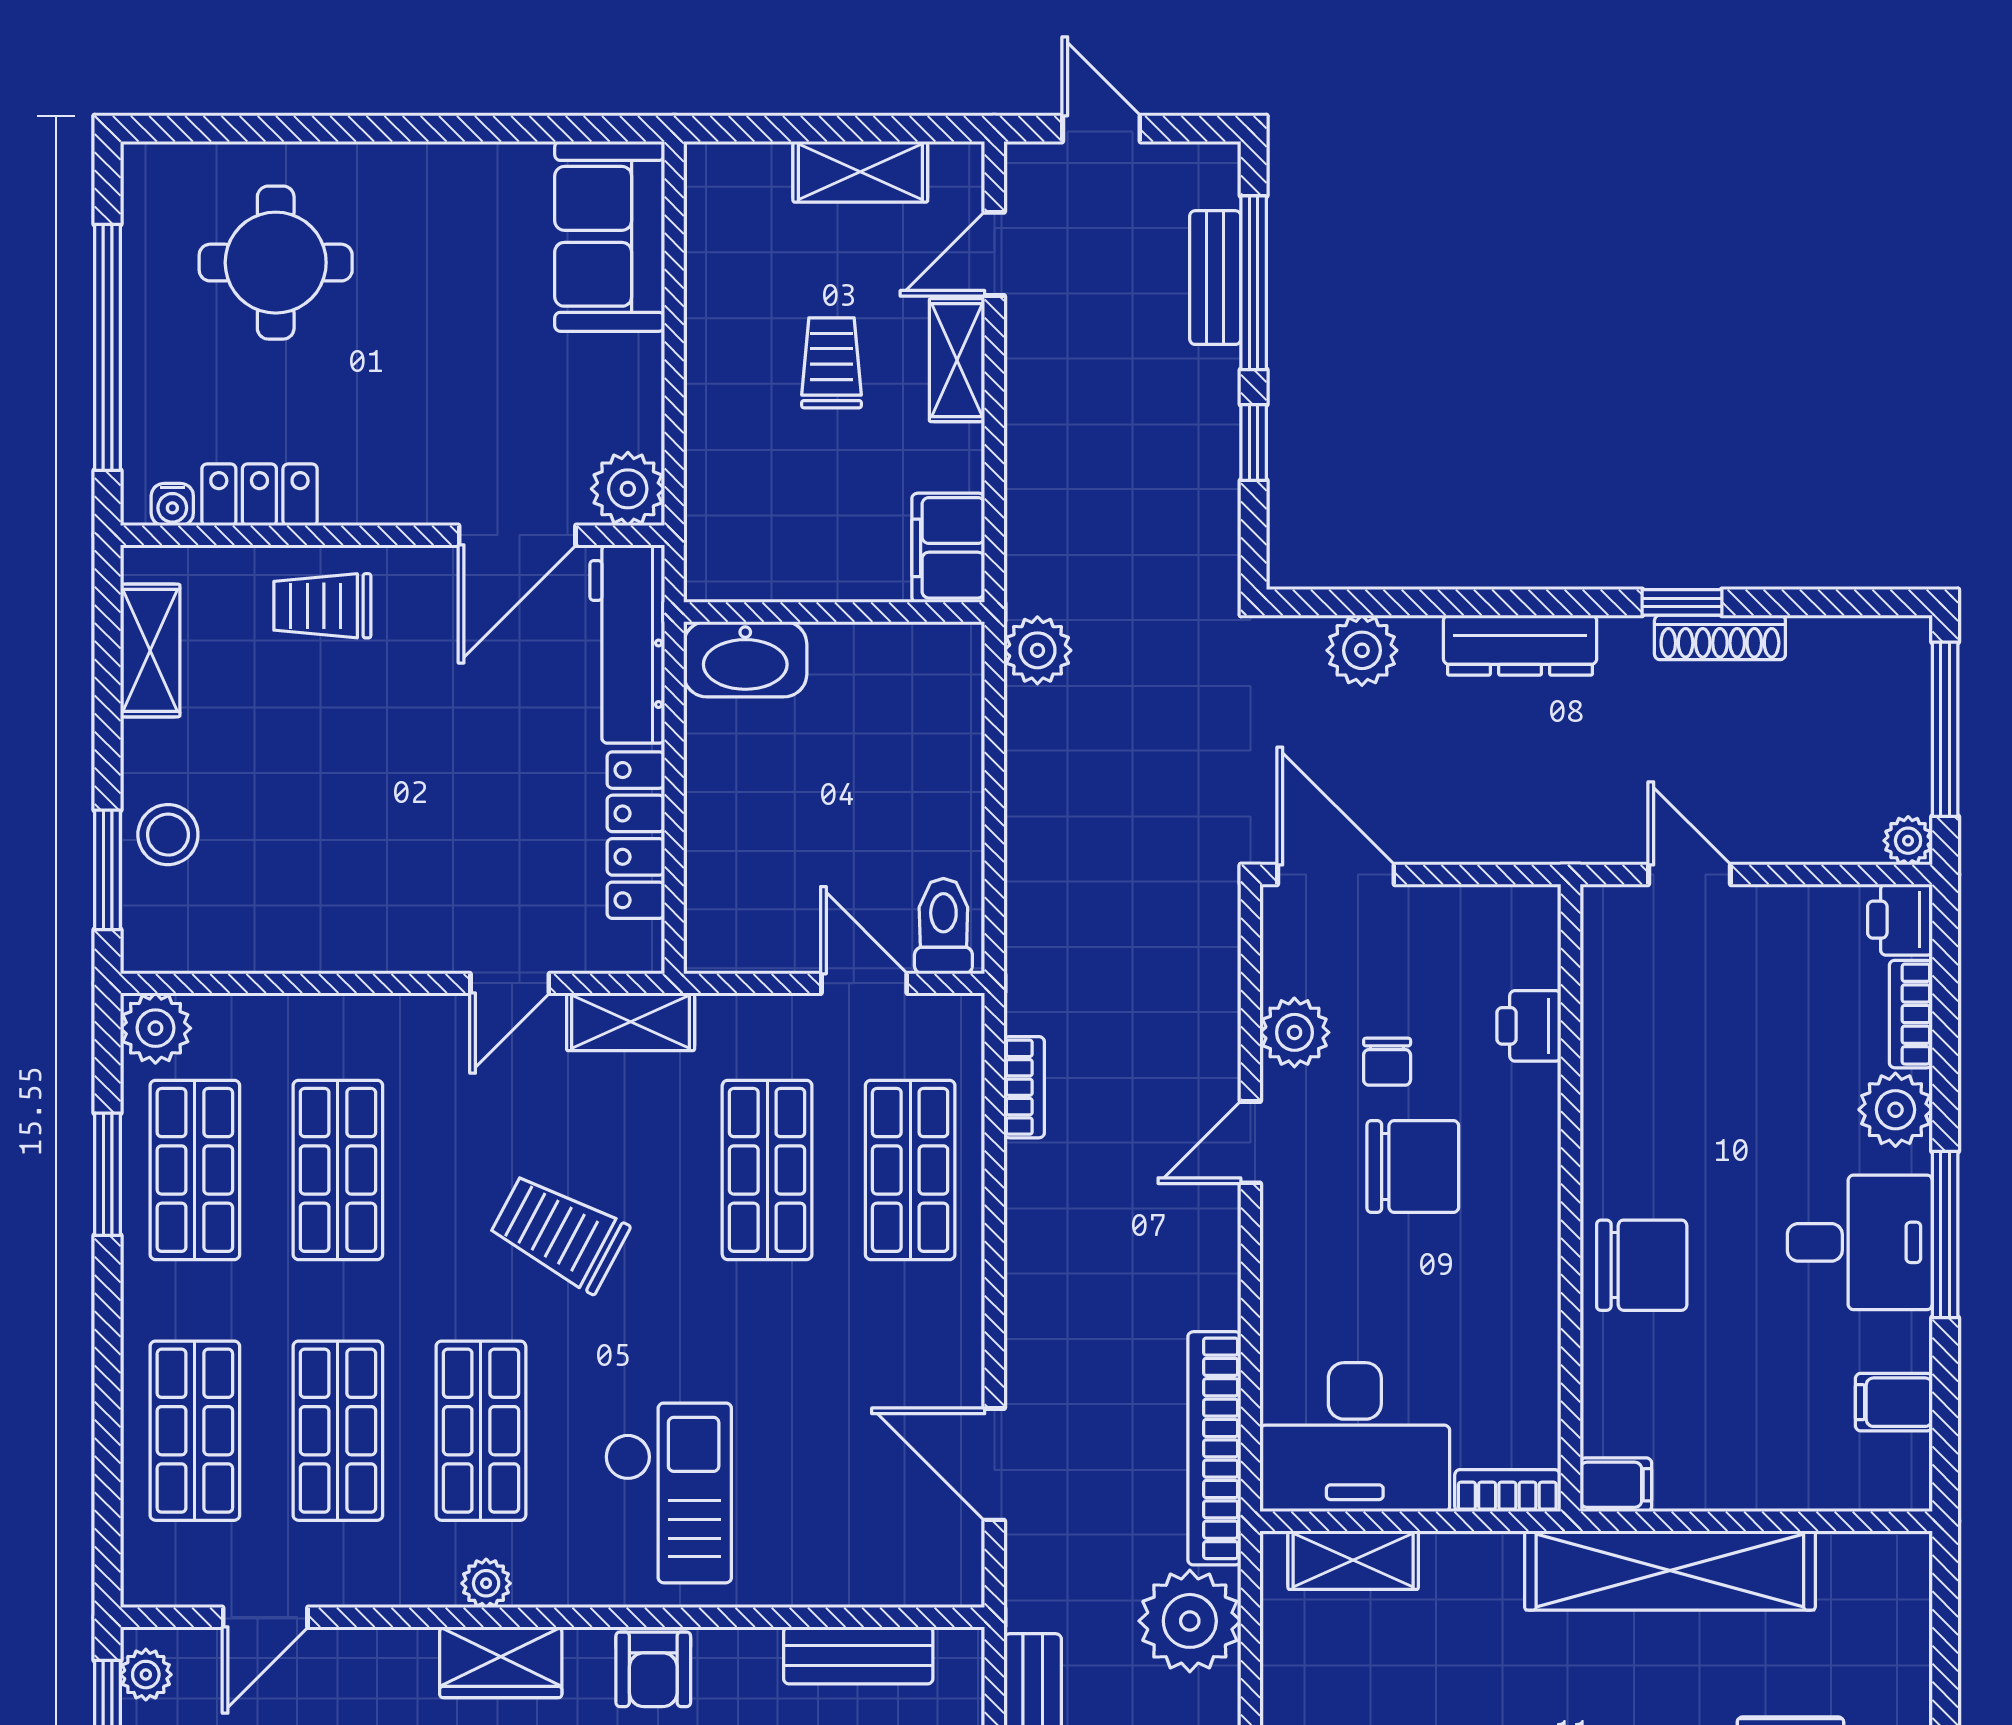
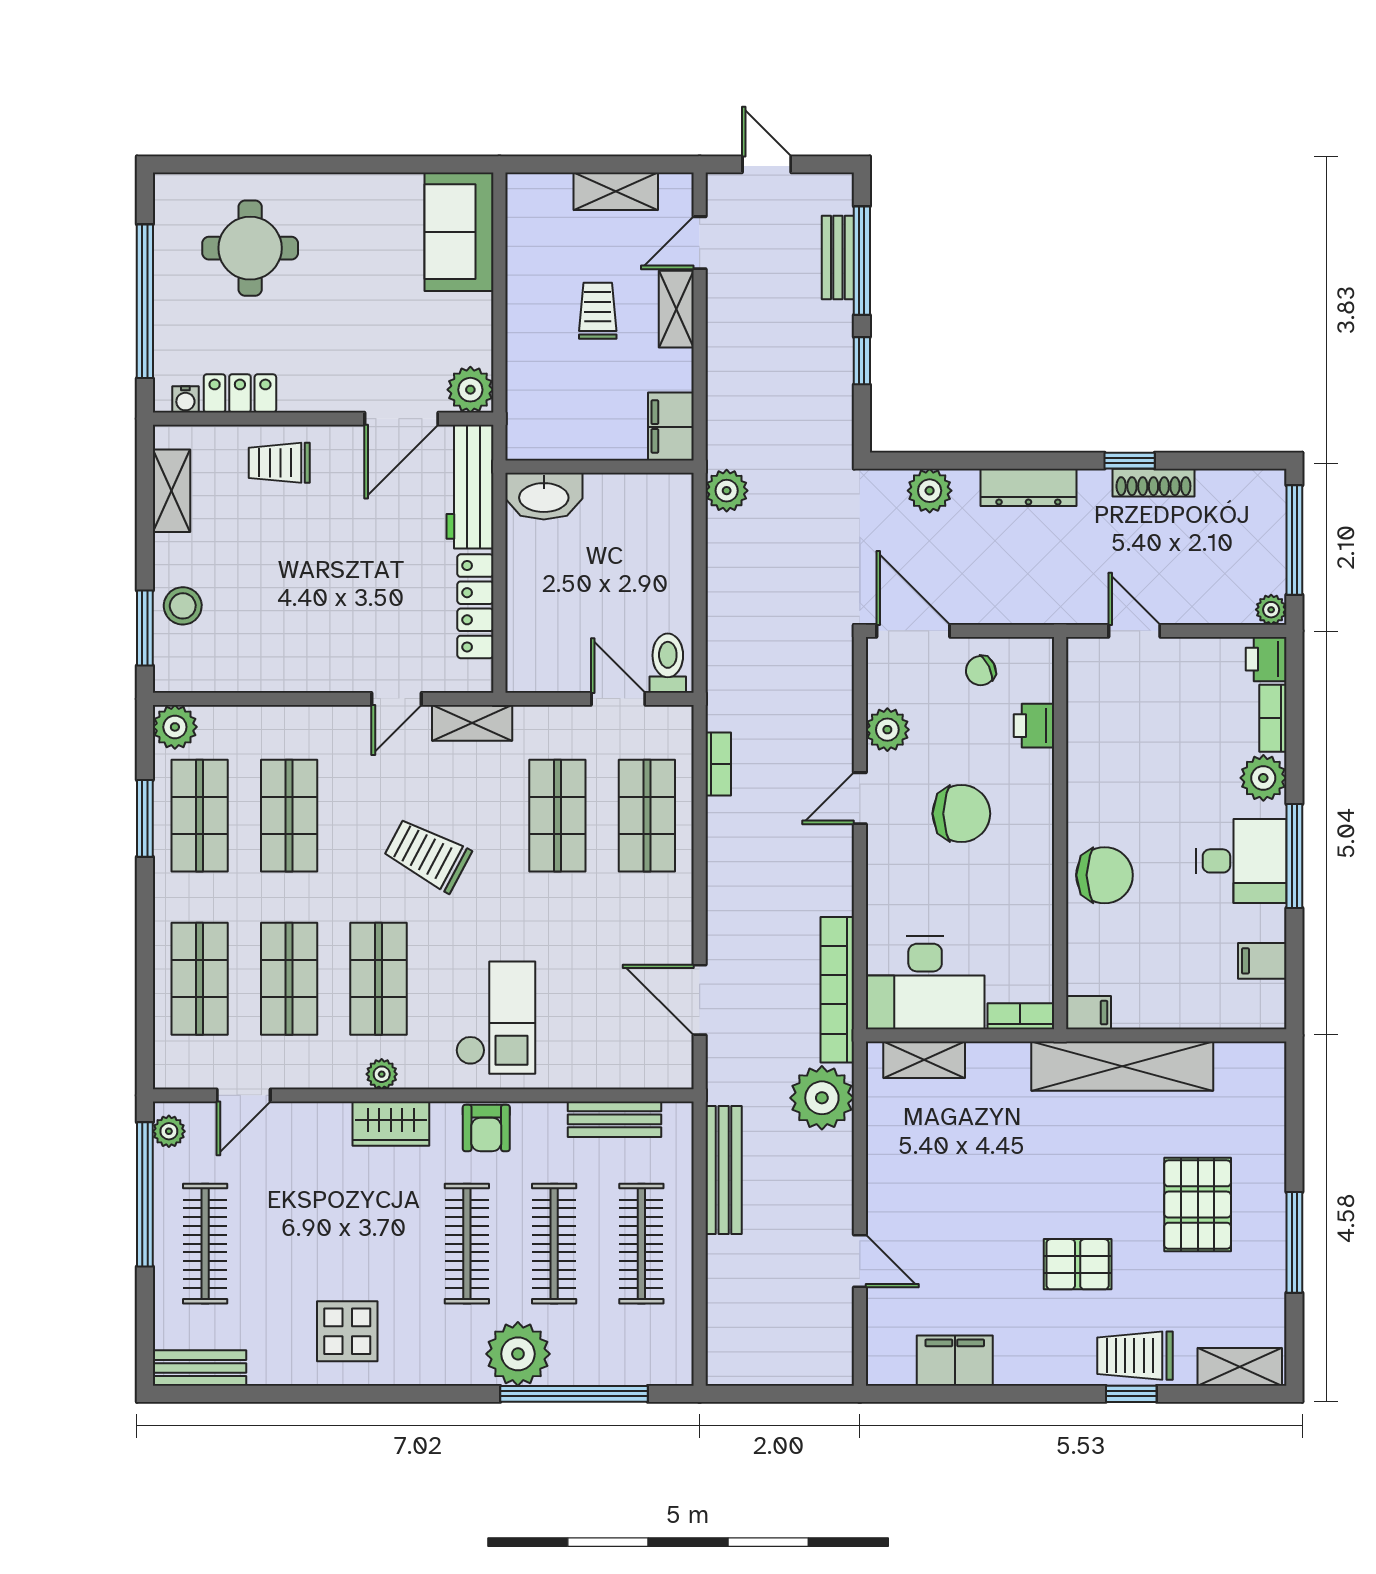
chair: (1387, 1062) -> (981, 671), moved, turned 64

